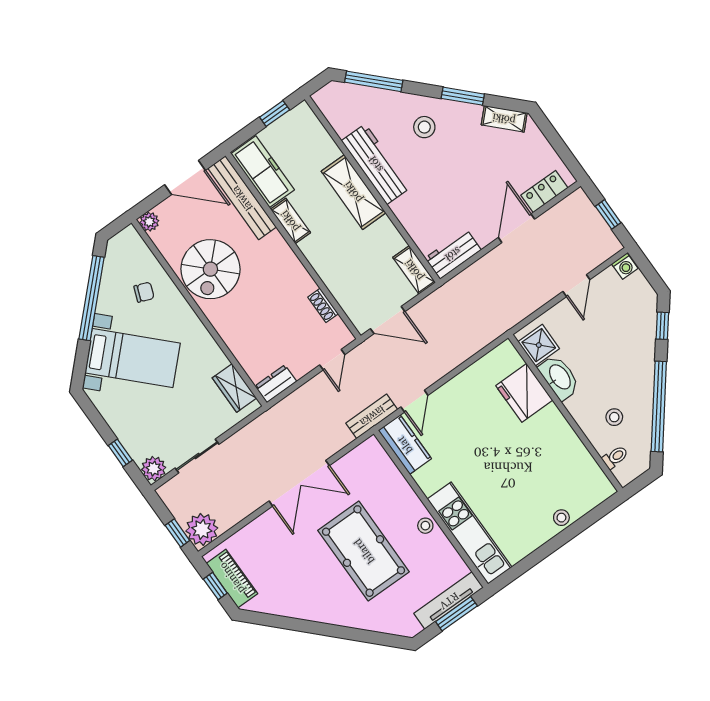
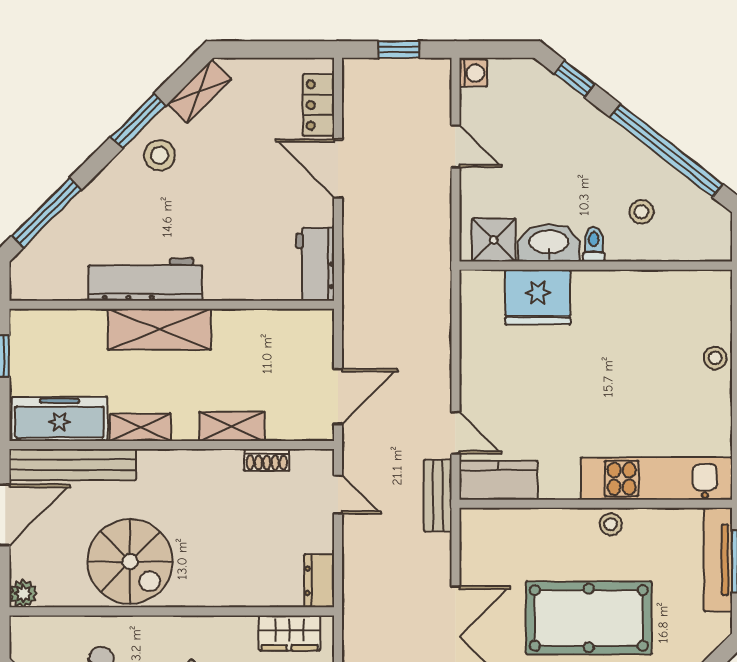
stool: (424, 127) -> (160, 155), moved
shelving: (414, 270) -> (232, 426), moved
toilet: (615, 457) -> (594, 244), moved

